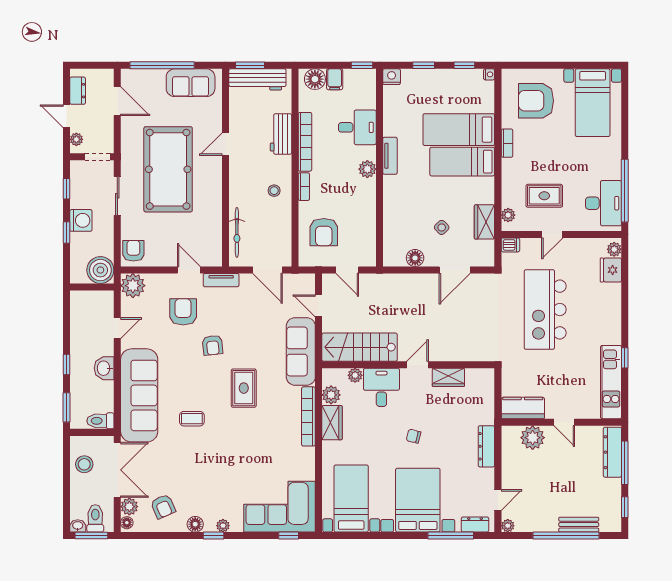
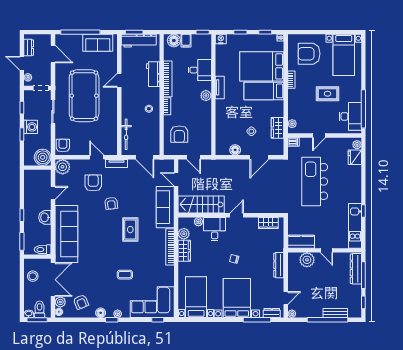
bed: (459, 130) -> (262, 66), width x1.50
rug: (544, 196) -> (327, 94), moved
wardrobe: (448, 377) -> (268, 223), moved
coffee table: (192, 419) -> (125, 275), moved

